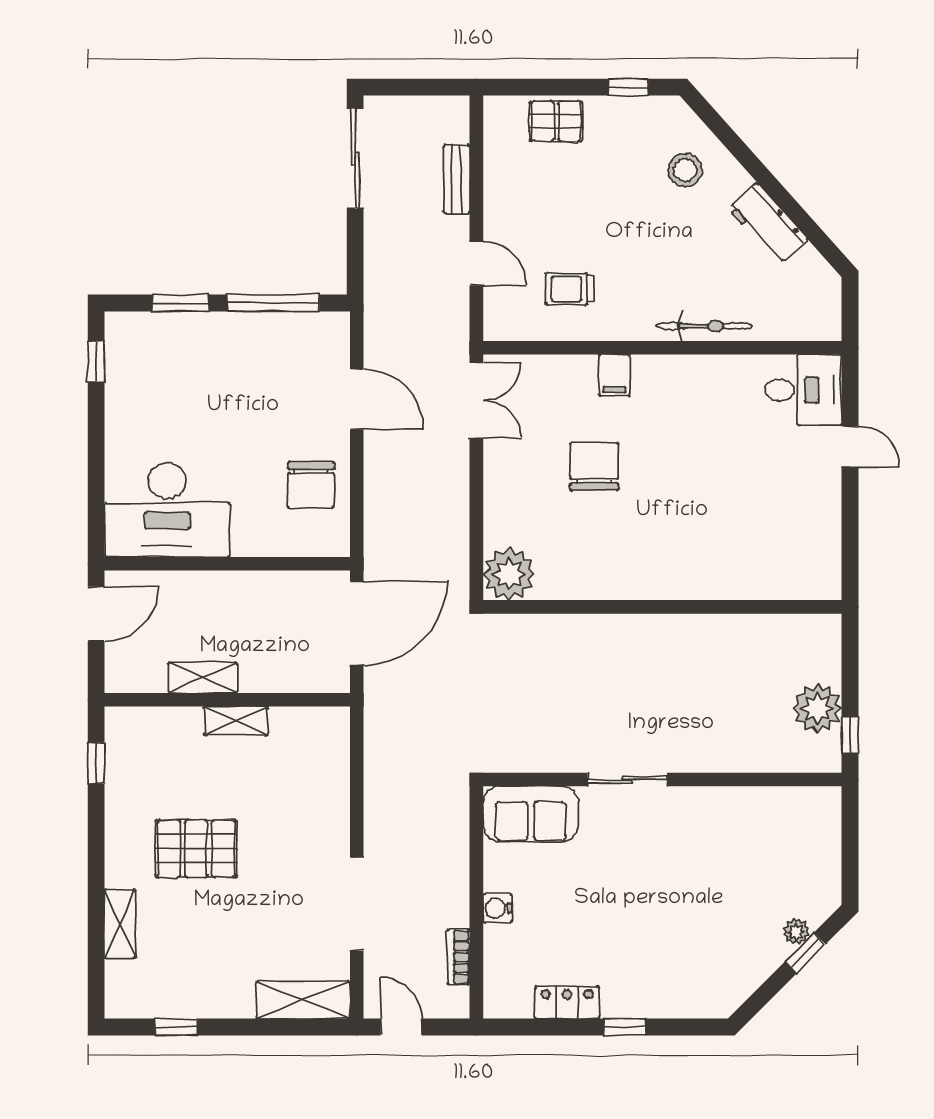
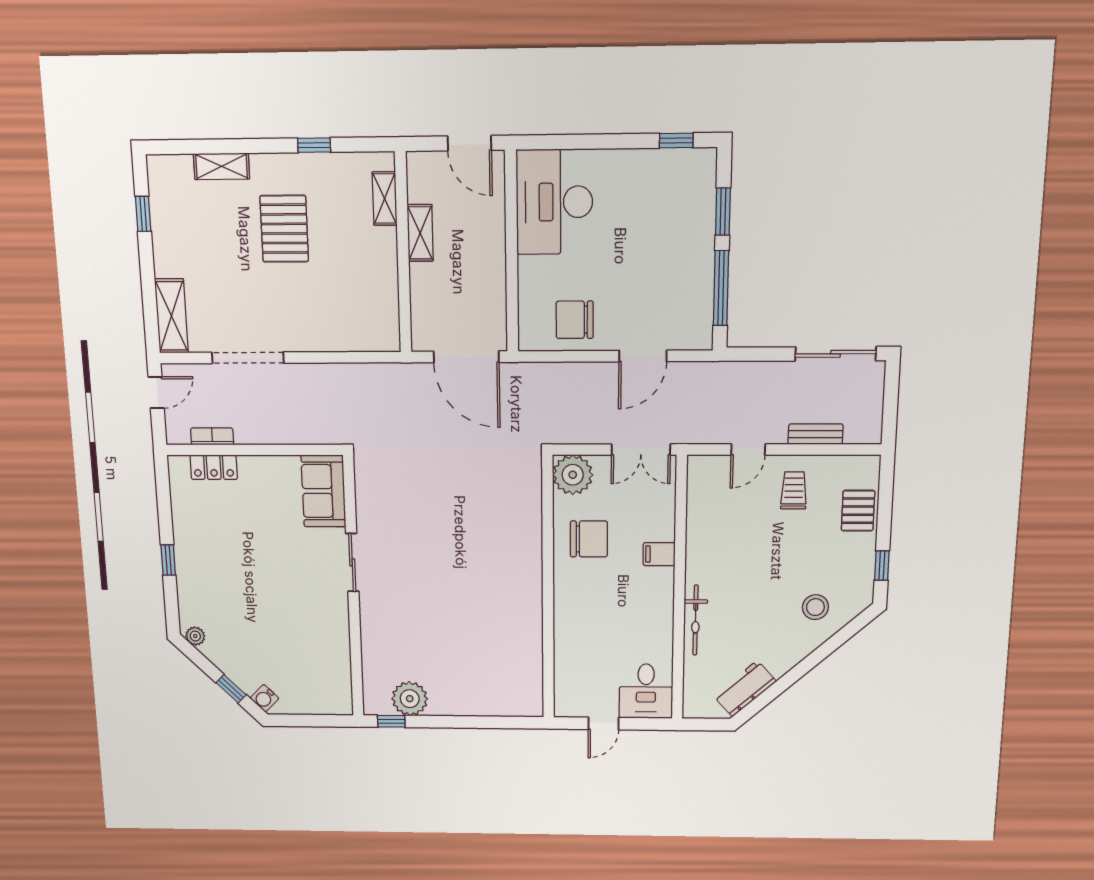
workbench: (768, 224) -> (745, 689), moved
trolley: (570, 289) -> (794, 490), moved
plant: (509, 574) -> (573, 475), moved
wall: (662, 607) -> (548, 589), moved
shelving: (236, 721) -> (385, 199), moved
window: (96, 763) -> (314, 145), moved
water cooler: (498, 908) -> (265, 698), moved, turned -135
plant: (796, 932) -> (195, 636), moved
locker: (567, 1002) -> (214, 467), moved, turned 90

